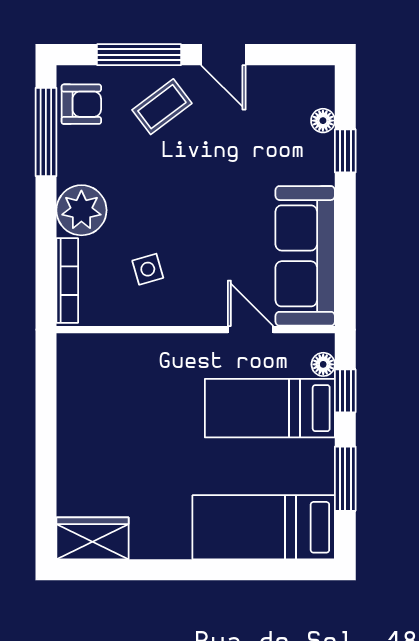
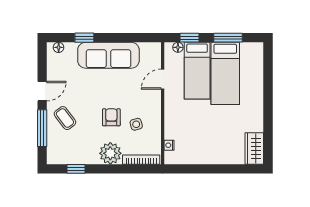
armchair: (81, 104) -> (111, 117), moved
floor lamp: (323, 121) -> (59, 47), moved
window: (46, 132) -> (76, 169), width x0.46
sofa: (305, 256) -> (108, 55), moved
nightstand: (100, 344) -> (169, 145), added
bed: (264, 527) -> (225, 73), moved

